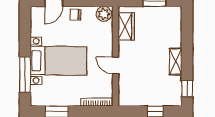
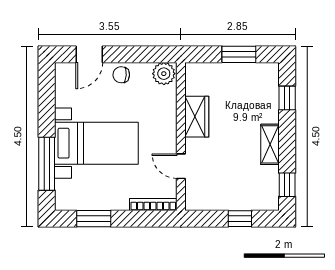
wardrobe: (126, 26) -> (197, 117), moved
window: (187, 30) -> (287, 98), added
door: (116, 65) -> (181, 166), moved

